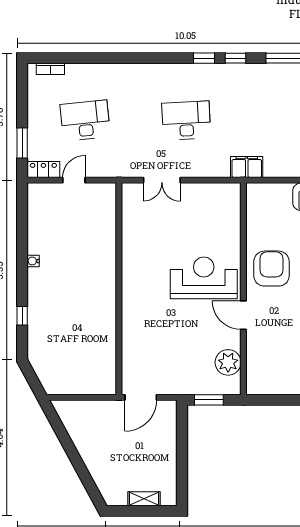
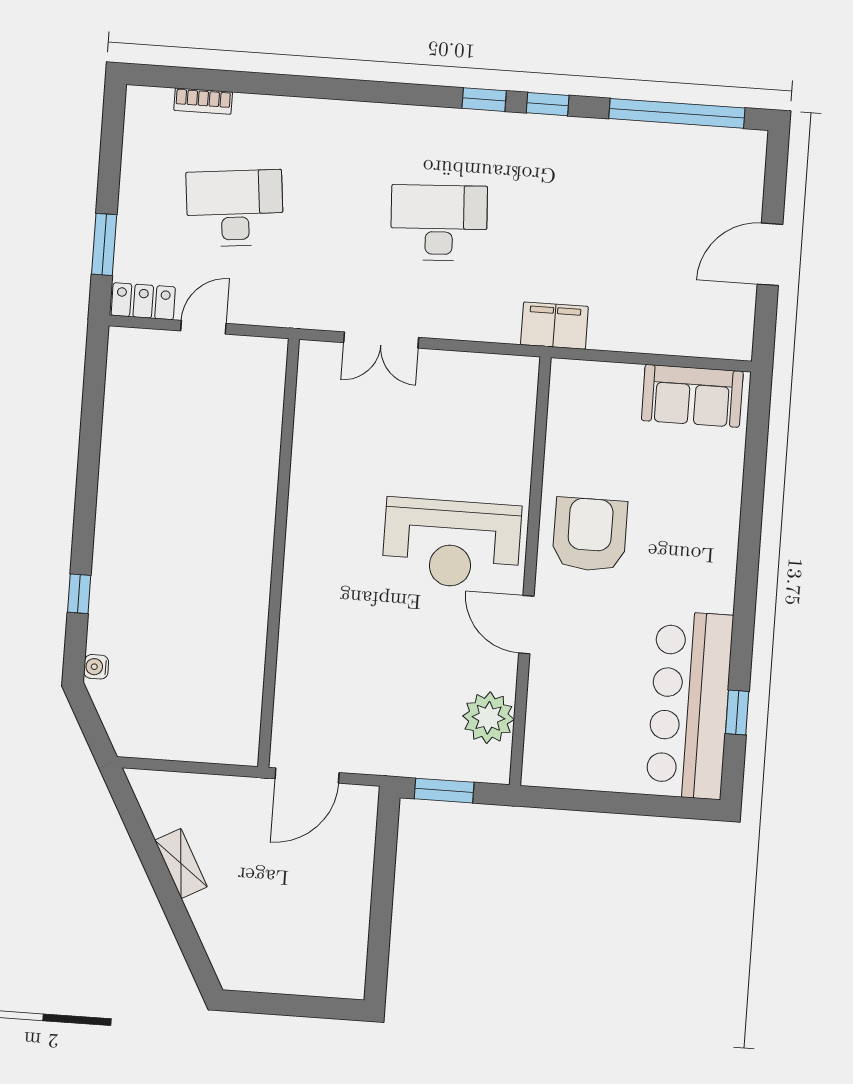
bookcase: (50, 69) -> (203, 101), moved
water cooler: (33, 261) -> (96, 667), moved
reception desk: (204, 278) -> (452, 543), turned 180
shelving: (144, 499) -> (181, 863), moved, turned 62

